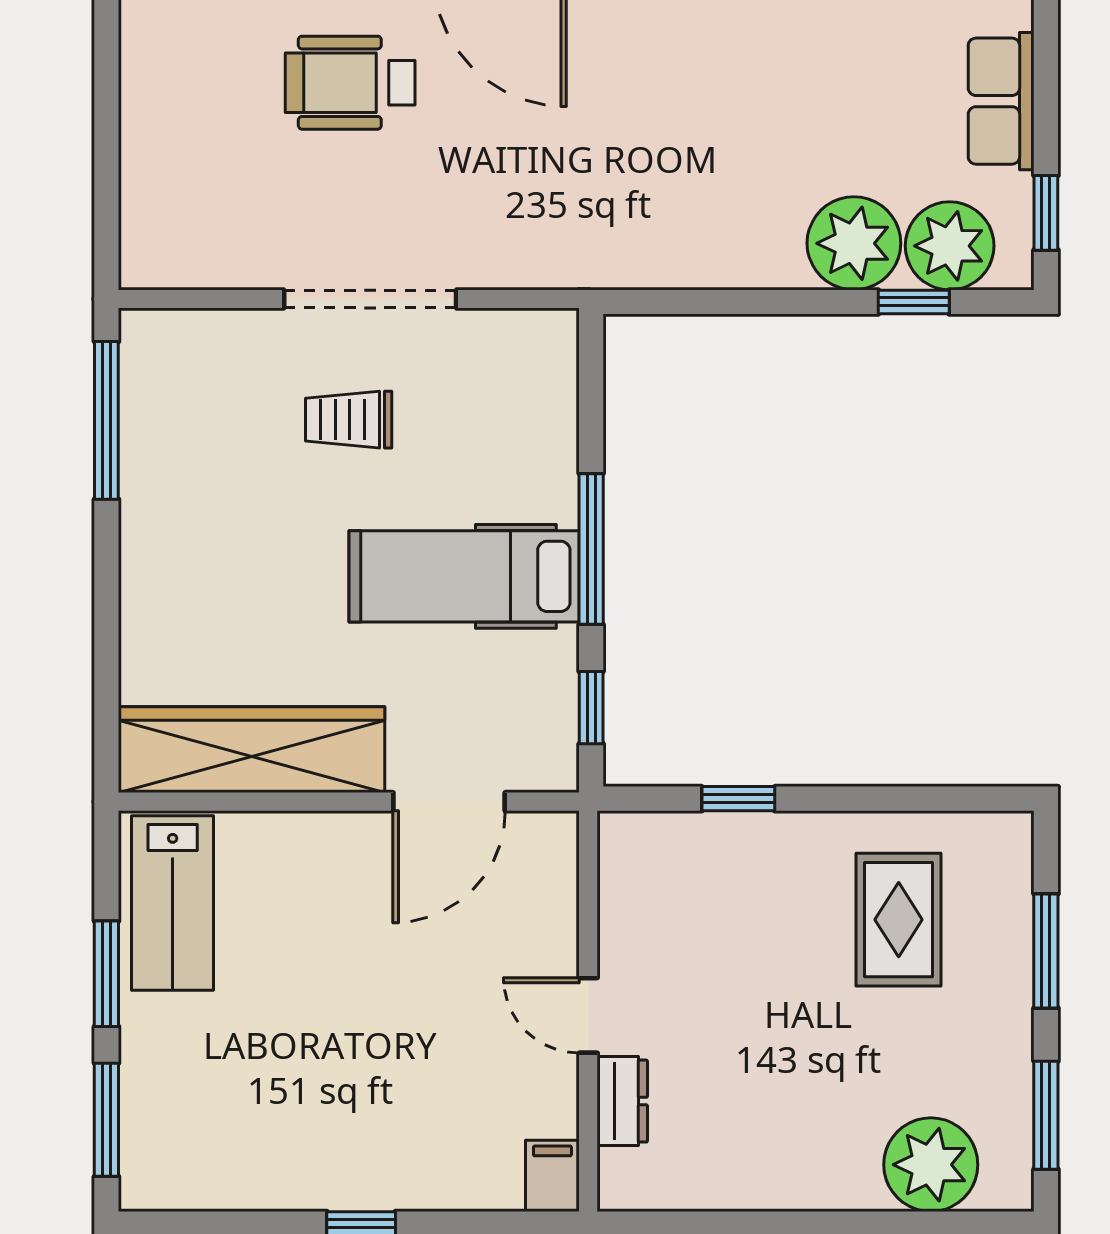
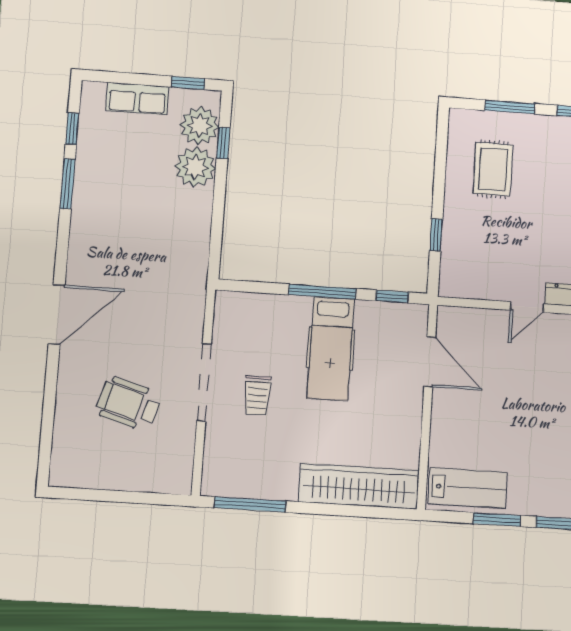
wheelchair: (350, 83) -> (129, 404), moved, turned 106
wardrobe: (251, 750) -> (359, 486), moved, turned 90
rug: (899, 920) -> (493, 169), turned 90

